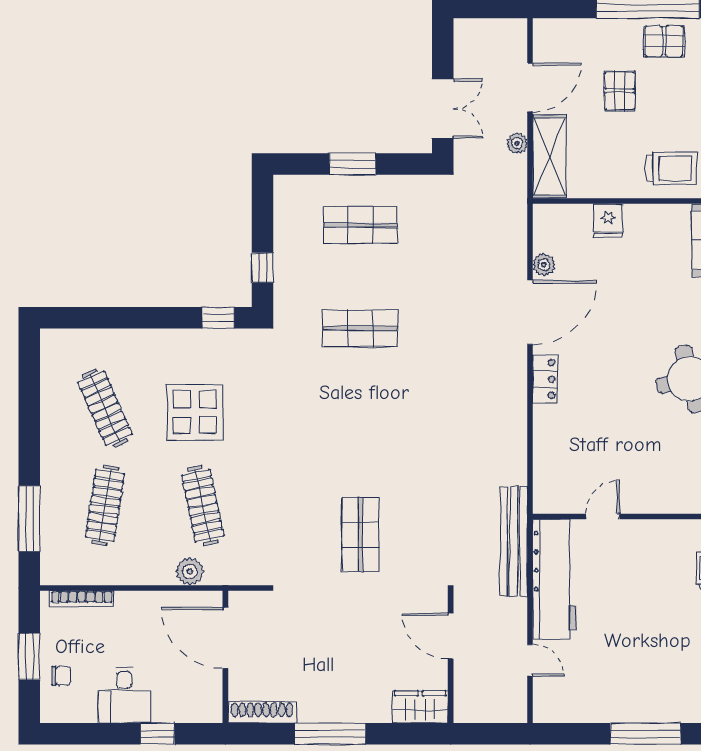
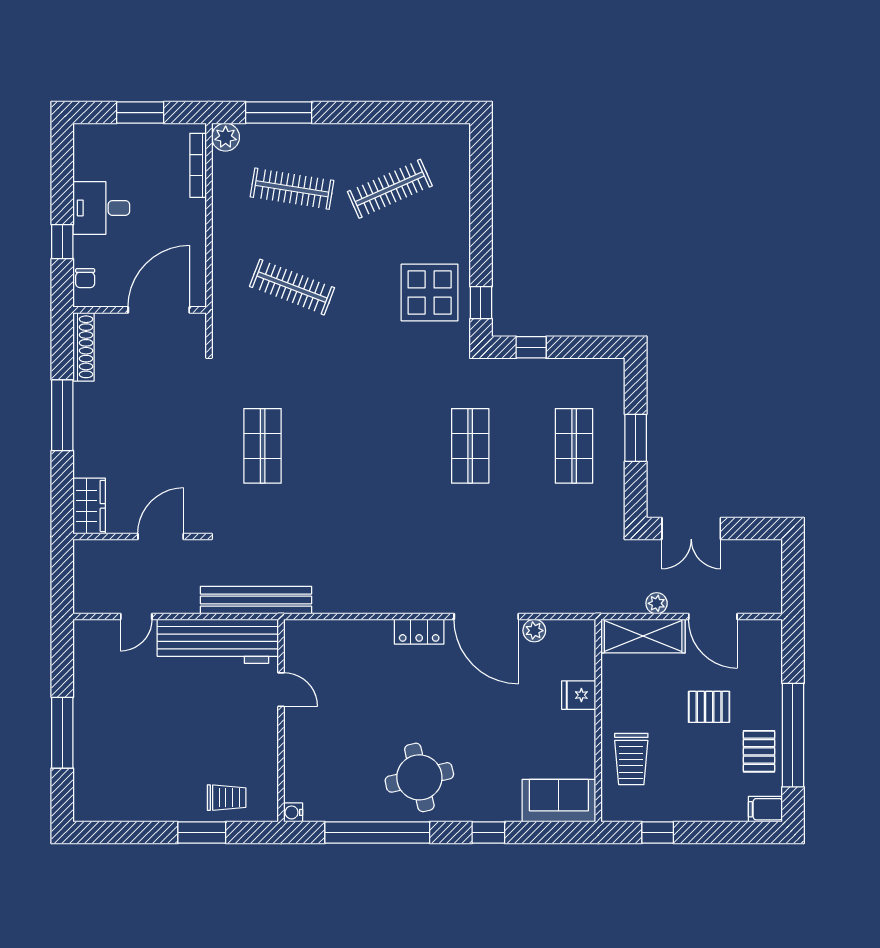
display table: (195, 412) -> (430, 293), moved
clothes rail: (203, 505) -> (292, 287), turned 33
shop shelf: (361, 535) -> (263, 446), turned 90
plant: (190, 571) -> (226, 137), moved
chair: (61, 676) -> (85, 278), moved

